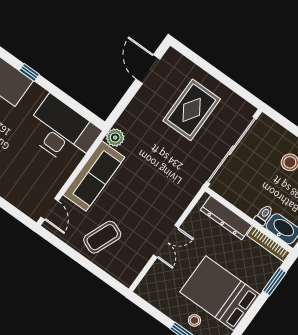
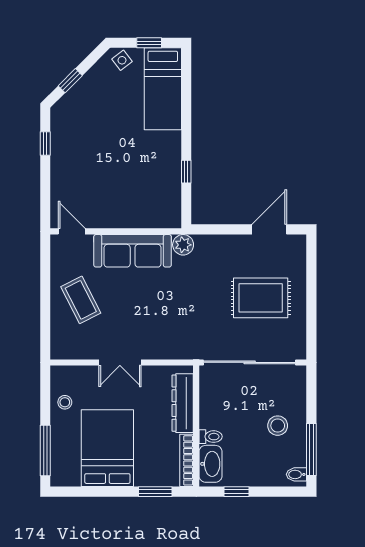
window: (29, 72) -> (186, 172), moved
desk: (62, 131) -> (153, 191), removed
door: (50, 209) -> (72, 231), swing flipped
coffee table: (102, 237) -> (81, 300), turned 41
stool: (194, 320) -> (65, 402), moved

